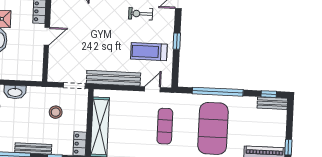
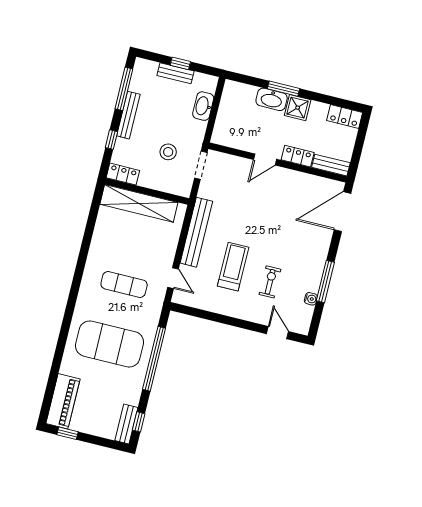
door: (47, 36) -> (265, 159), hinge flipped
window: (177, 41) -> (227, 320), removed
treadmill: (149, 52) -> (233, 267), moved
doorway: (74, 86) -> (201, 165), moved

